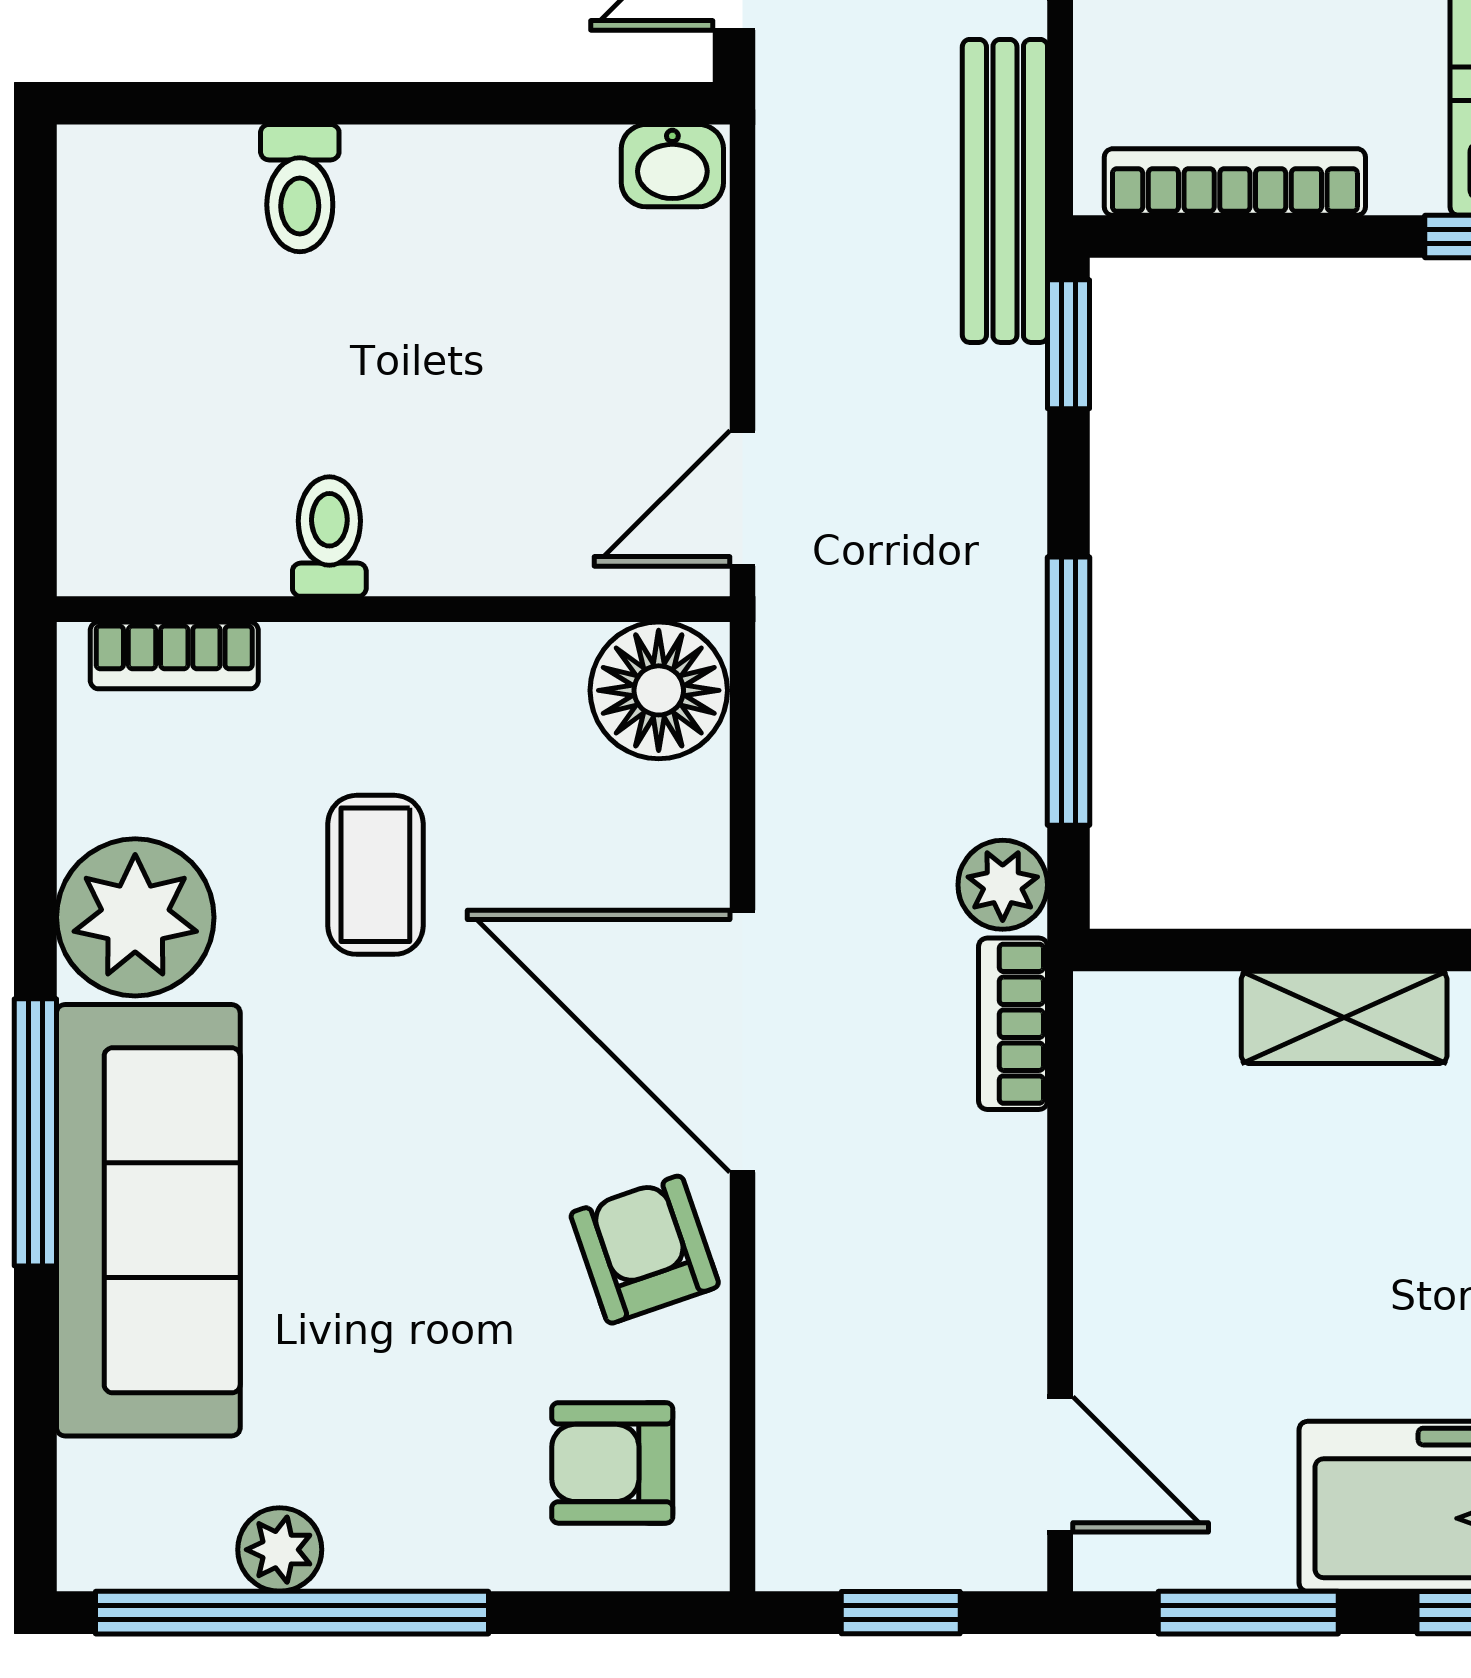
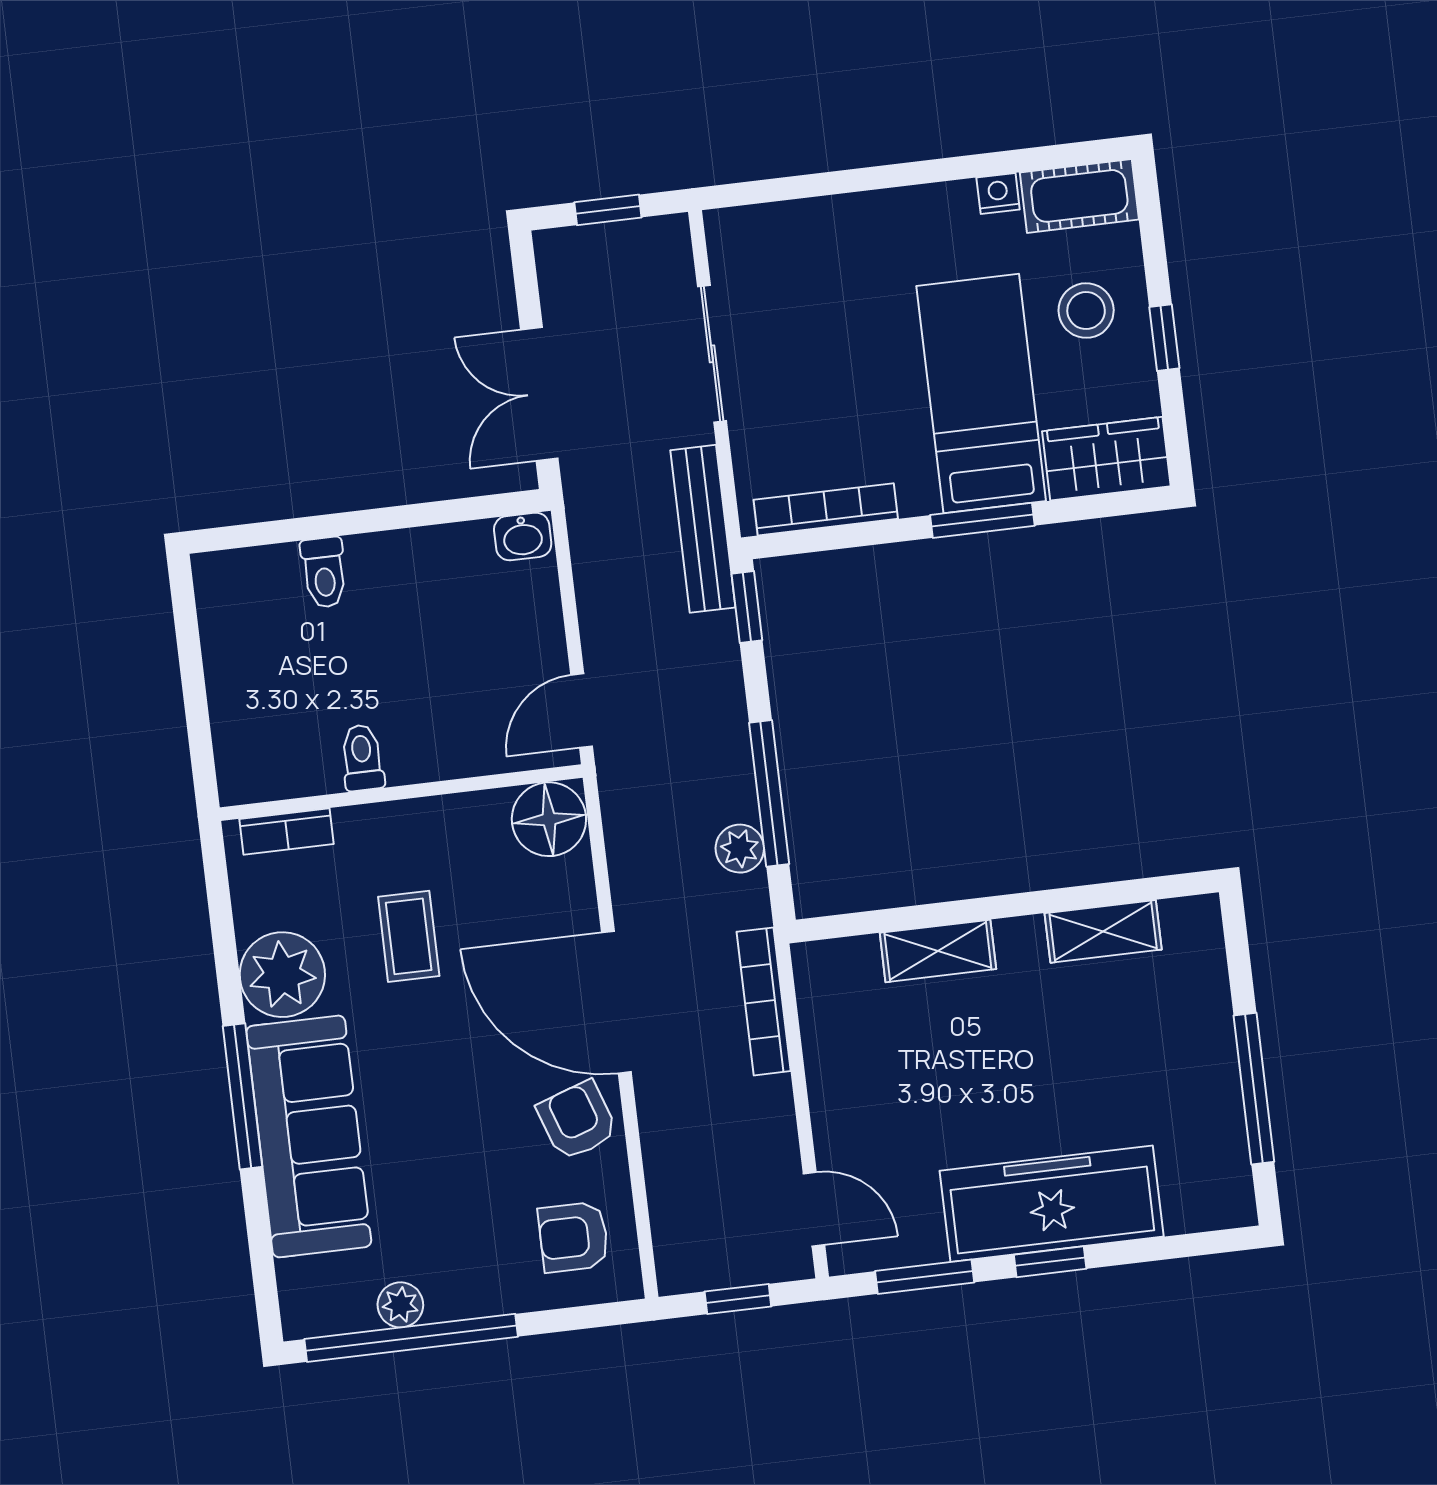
plant: (1003, 885) -> (740, 849), moved
bookcase: (1013, 1024) -> (764, 1001), width x1.56

